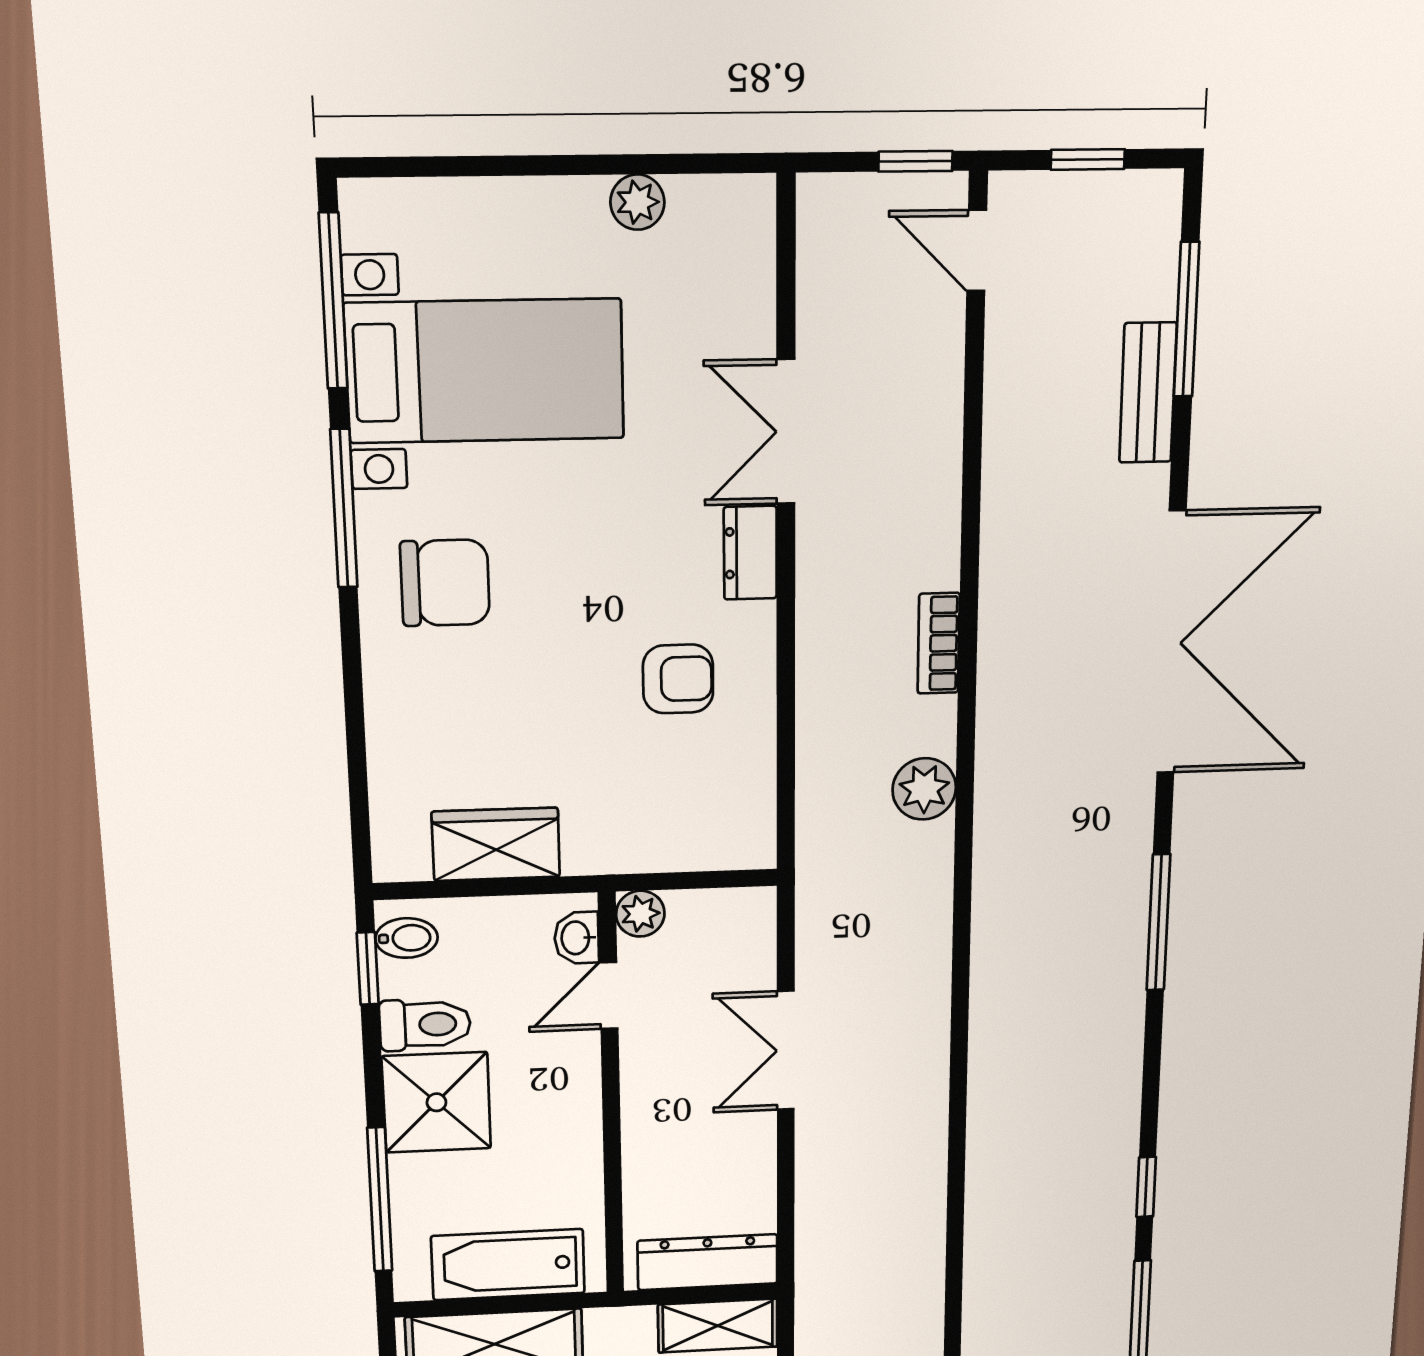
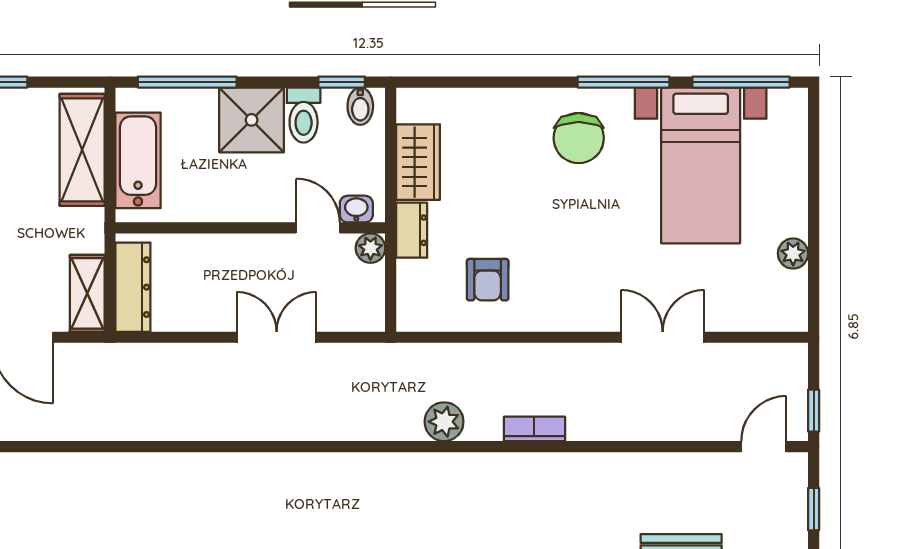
dresser: (750, 553) -> (412, 230), moved, turned 90
armchair: (678, 679) -> (488, 280), moved

